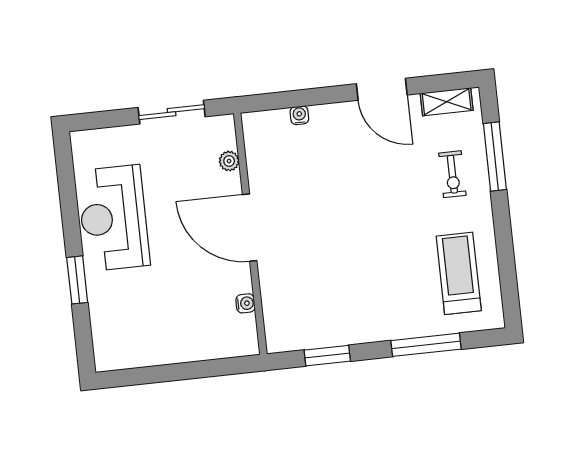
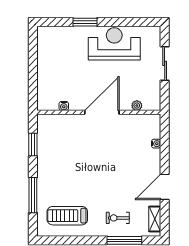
sliding door: (172, 112) -> (165, 63), moved
treadmill: (459, 273) -> (67, 216), turned 180

